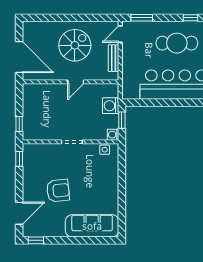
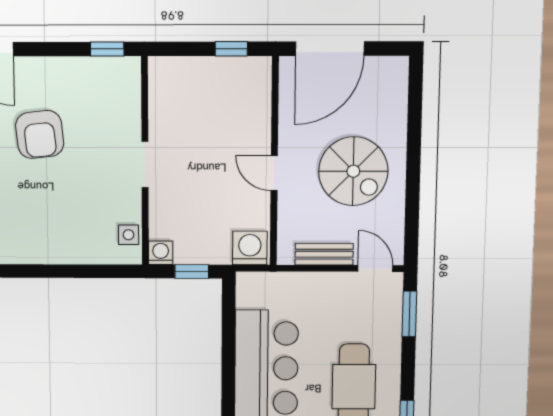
washing machine: (111, 106) -> (250, 248), moved
window: (19, 124) -> (231, 49), moved

